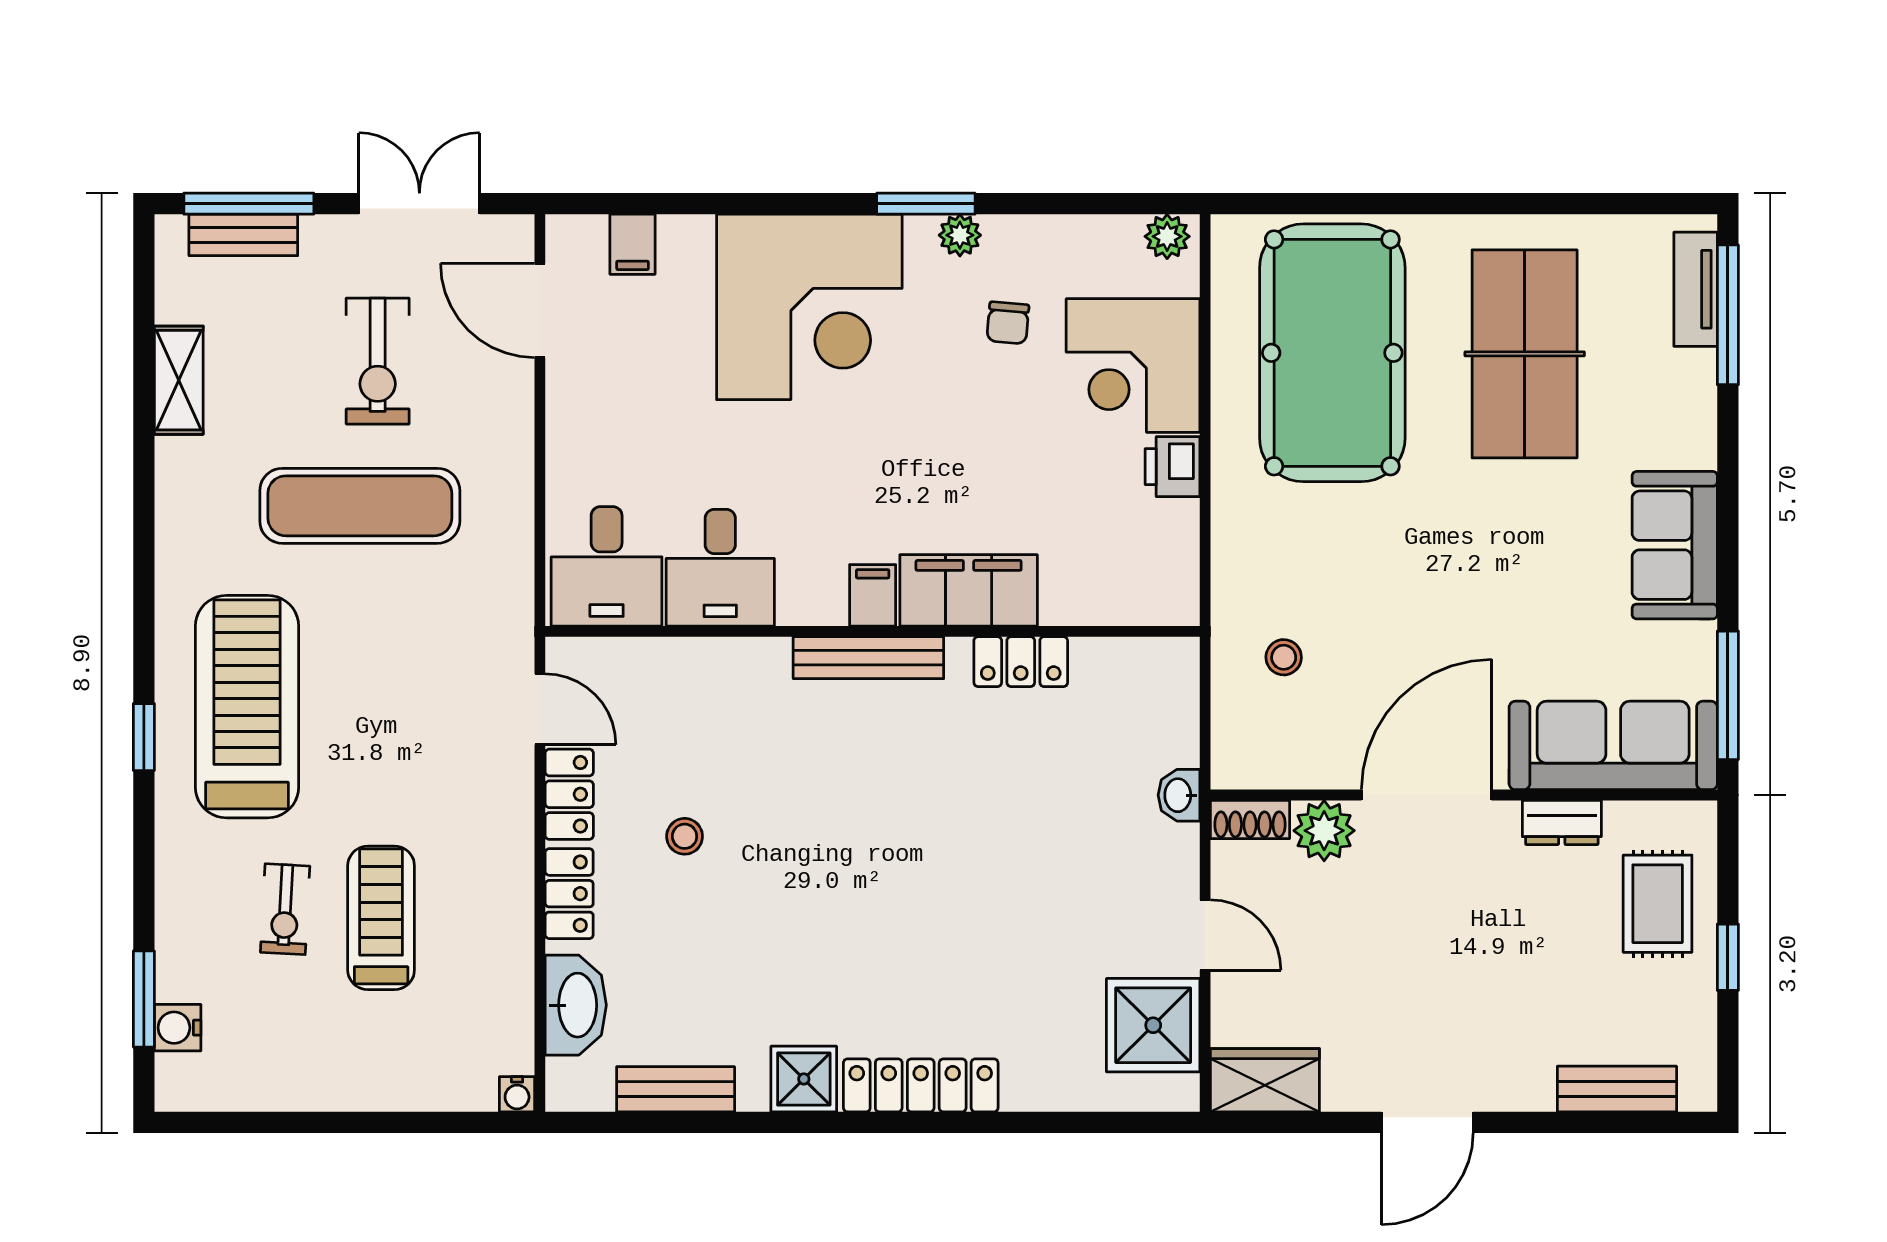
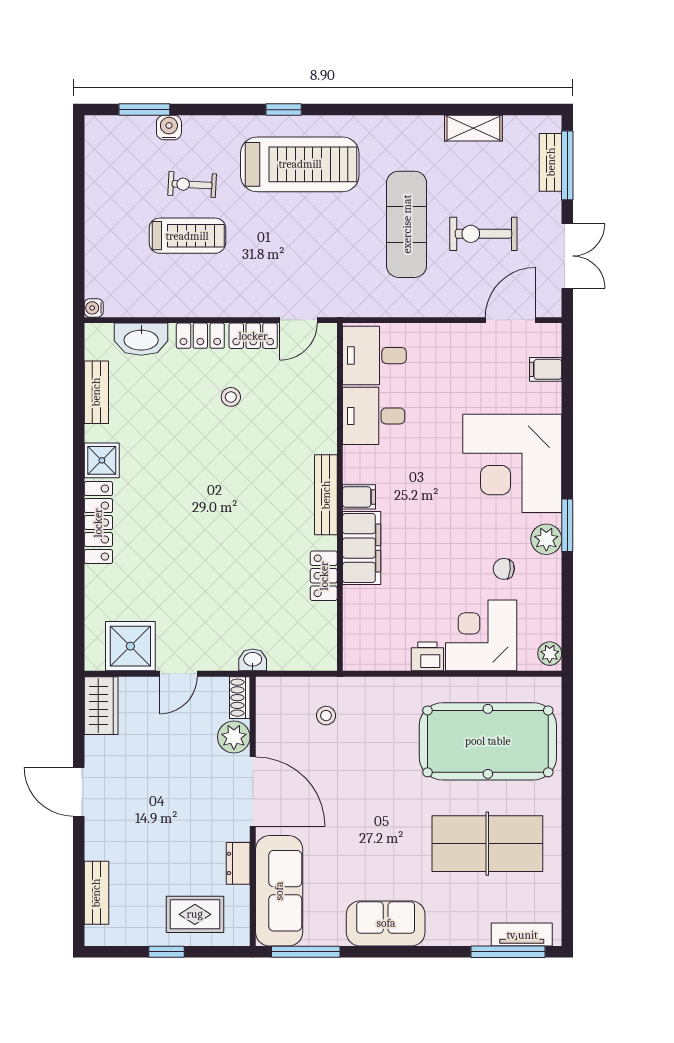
plant: (960, 235) -> (546, 539), width x1.38, depth x1.38
water cooler: (178, 1028) -> (169, 127), moved

